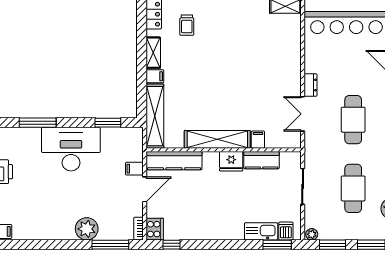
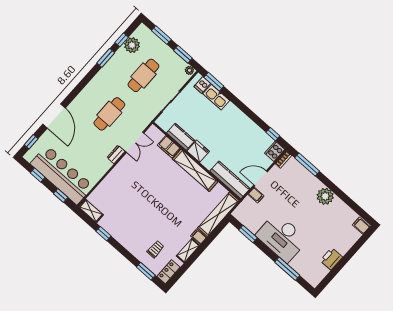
filing cabinet: (258, 140) -> (169, 147), width x2.00
plant: (87, 229) -> (325, 196), moved

